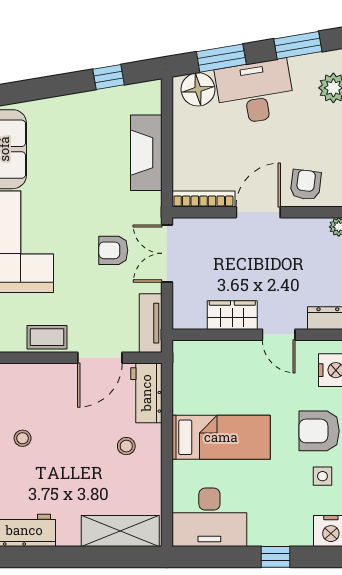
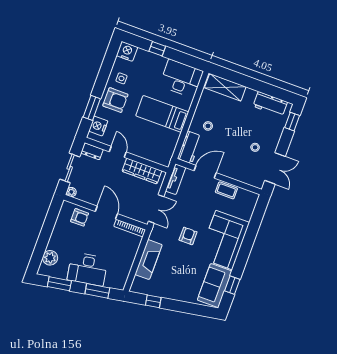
floor lamp: (198, 89) -> (114, 280), removed
armchair: (306, 185) -> (80, 217), turned -97
door: (258, 212) -> (106, 213), swing flipped
armchair: (113, 250) -> (188, 236), moved, turned -90
wardrobe: (232, 315) -> (142, 171), width x1.50

